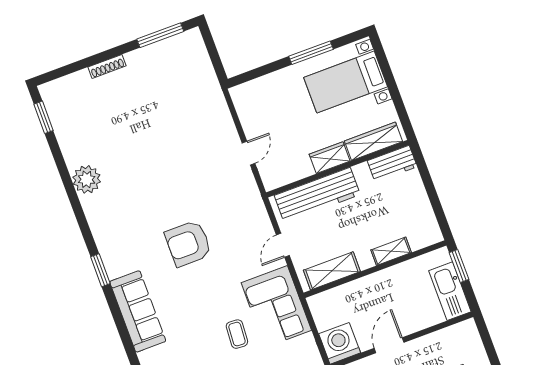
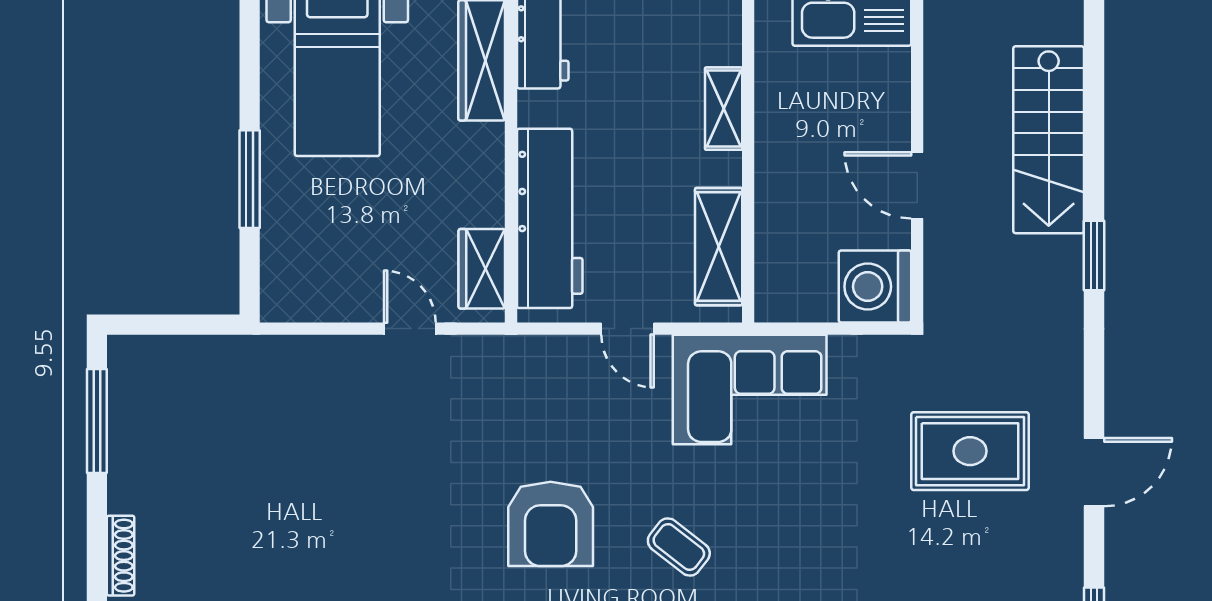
window: (311, 53) -> (250, 179), moved
wardrobe: (330, 158) -> (482, 269), moved
coffee table: (237, 334) -> (679, 547), moved, turned 34

